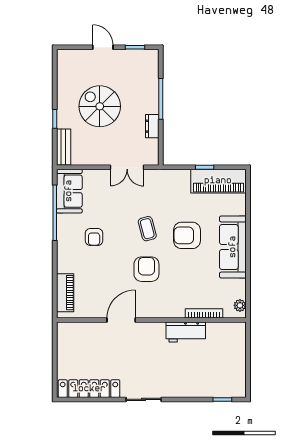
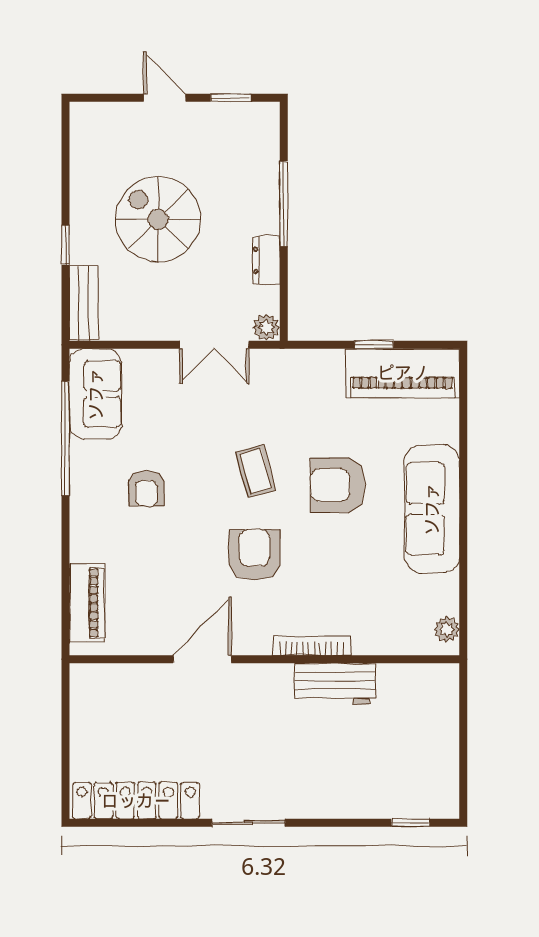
plant: (152, 159) -> (266, 327), added
bookcase: (204, 313) -> (312, 645), moved

